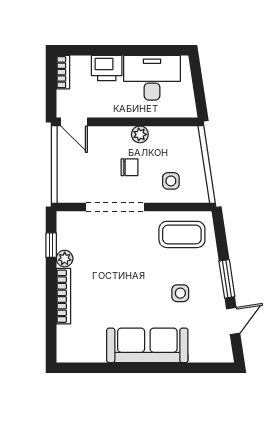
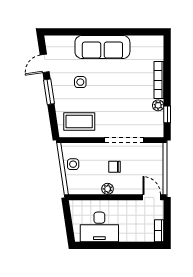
printer: (107, 68) -> (130, 233), removed
side table: (171, 181) -> (73, 164), moved

